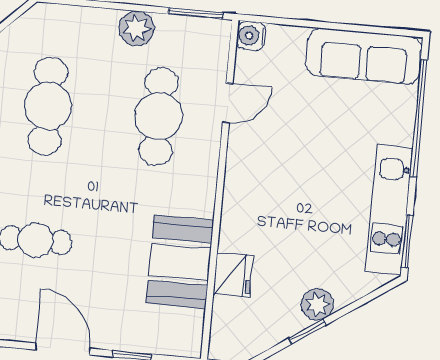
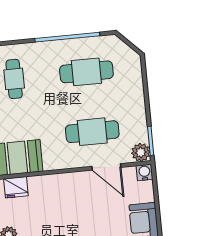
plant: (137, 28) -> (141, 152), moved
door: (228, 103) -> (106, 167), width x1.38

